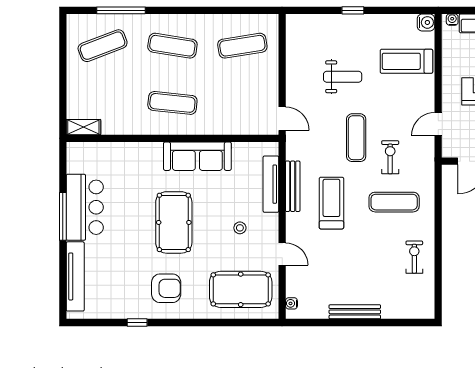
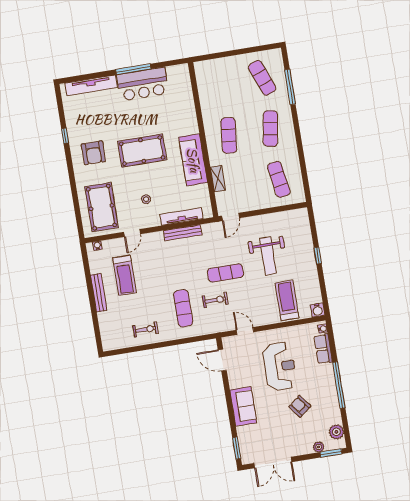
weight bench: (343, 77) -> (268, 256), width x1.36, depth x1.33
shelving: (83, 127) -> (218, 179), moved
treadmill: (331, 203) -> (124, 275), moved, turned 90

